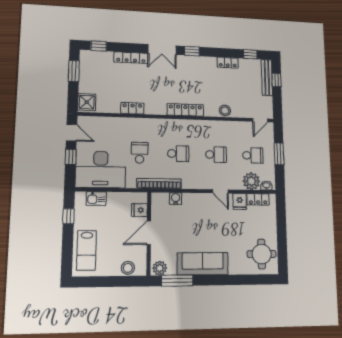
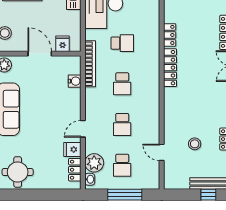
locker: (185, 110) -> (170, 68), moved
stool: (225, 111) -> (195, 144), moved
door: (260, 120) -> (162, 152), moved
window: (279, 154) -> (125, 195), width x1.44

